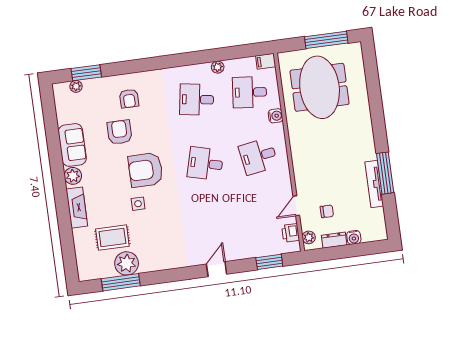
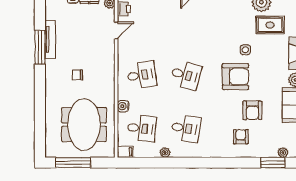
chair: (327, 211) -> (77, 75), moved

